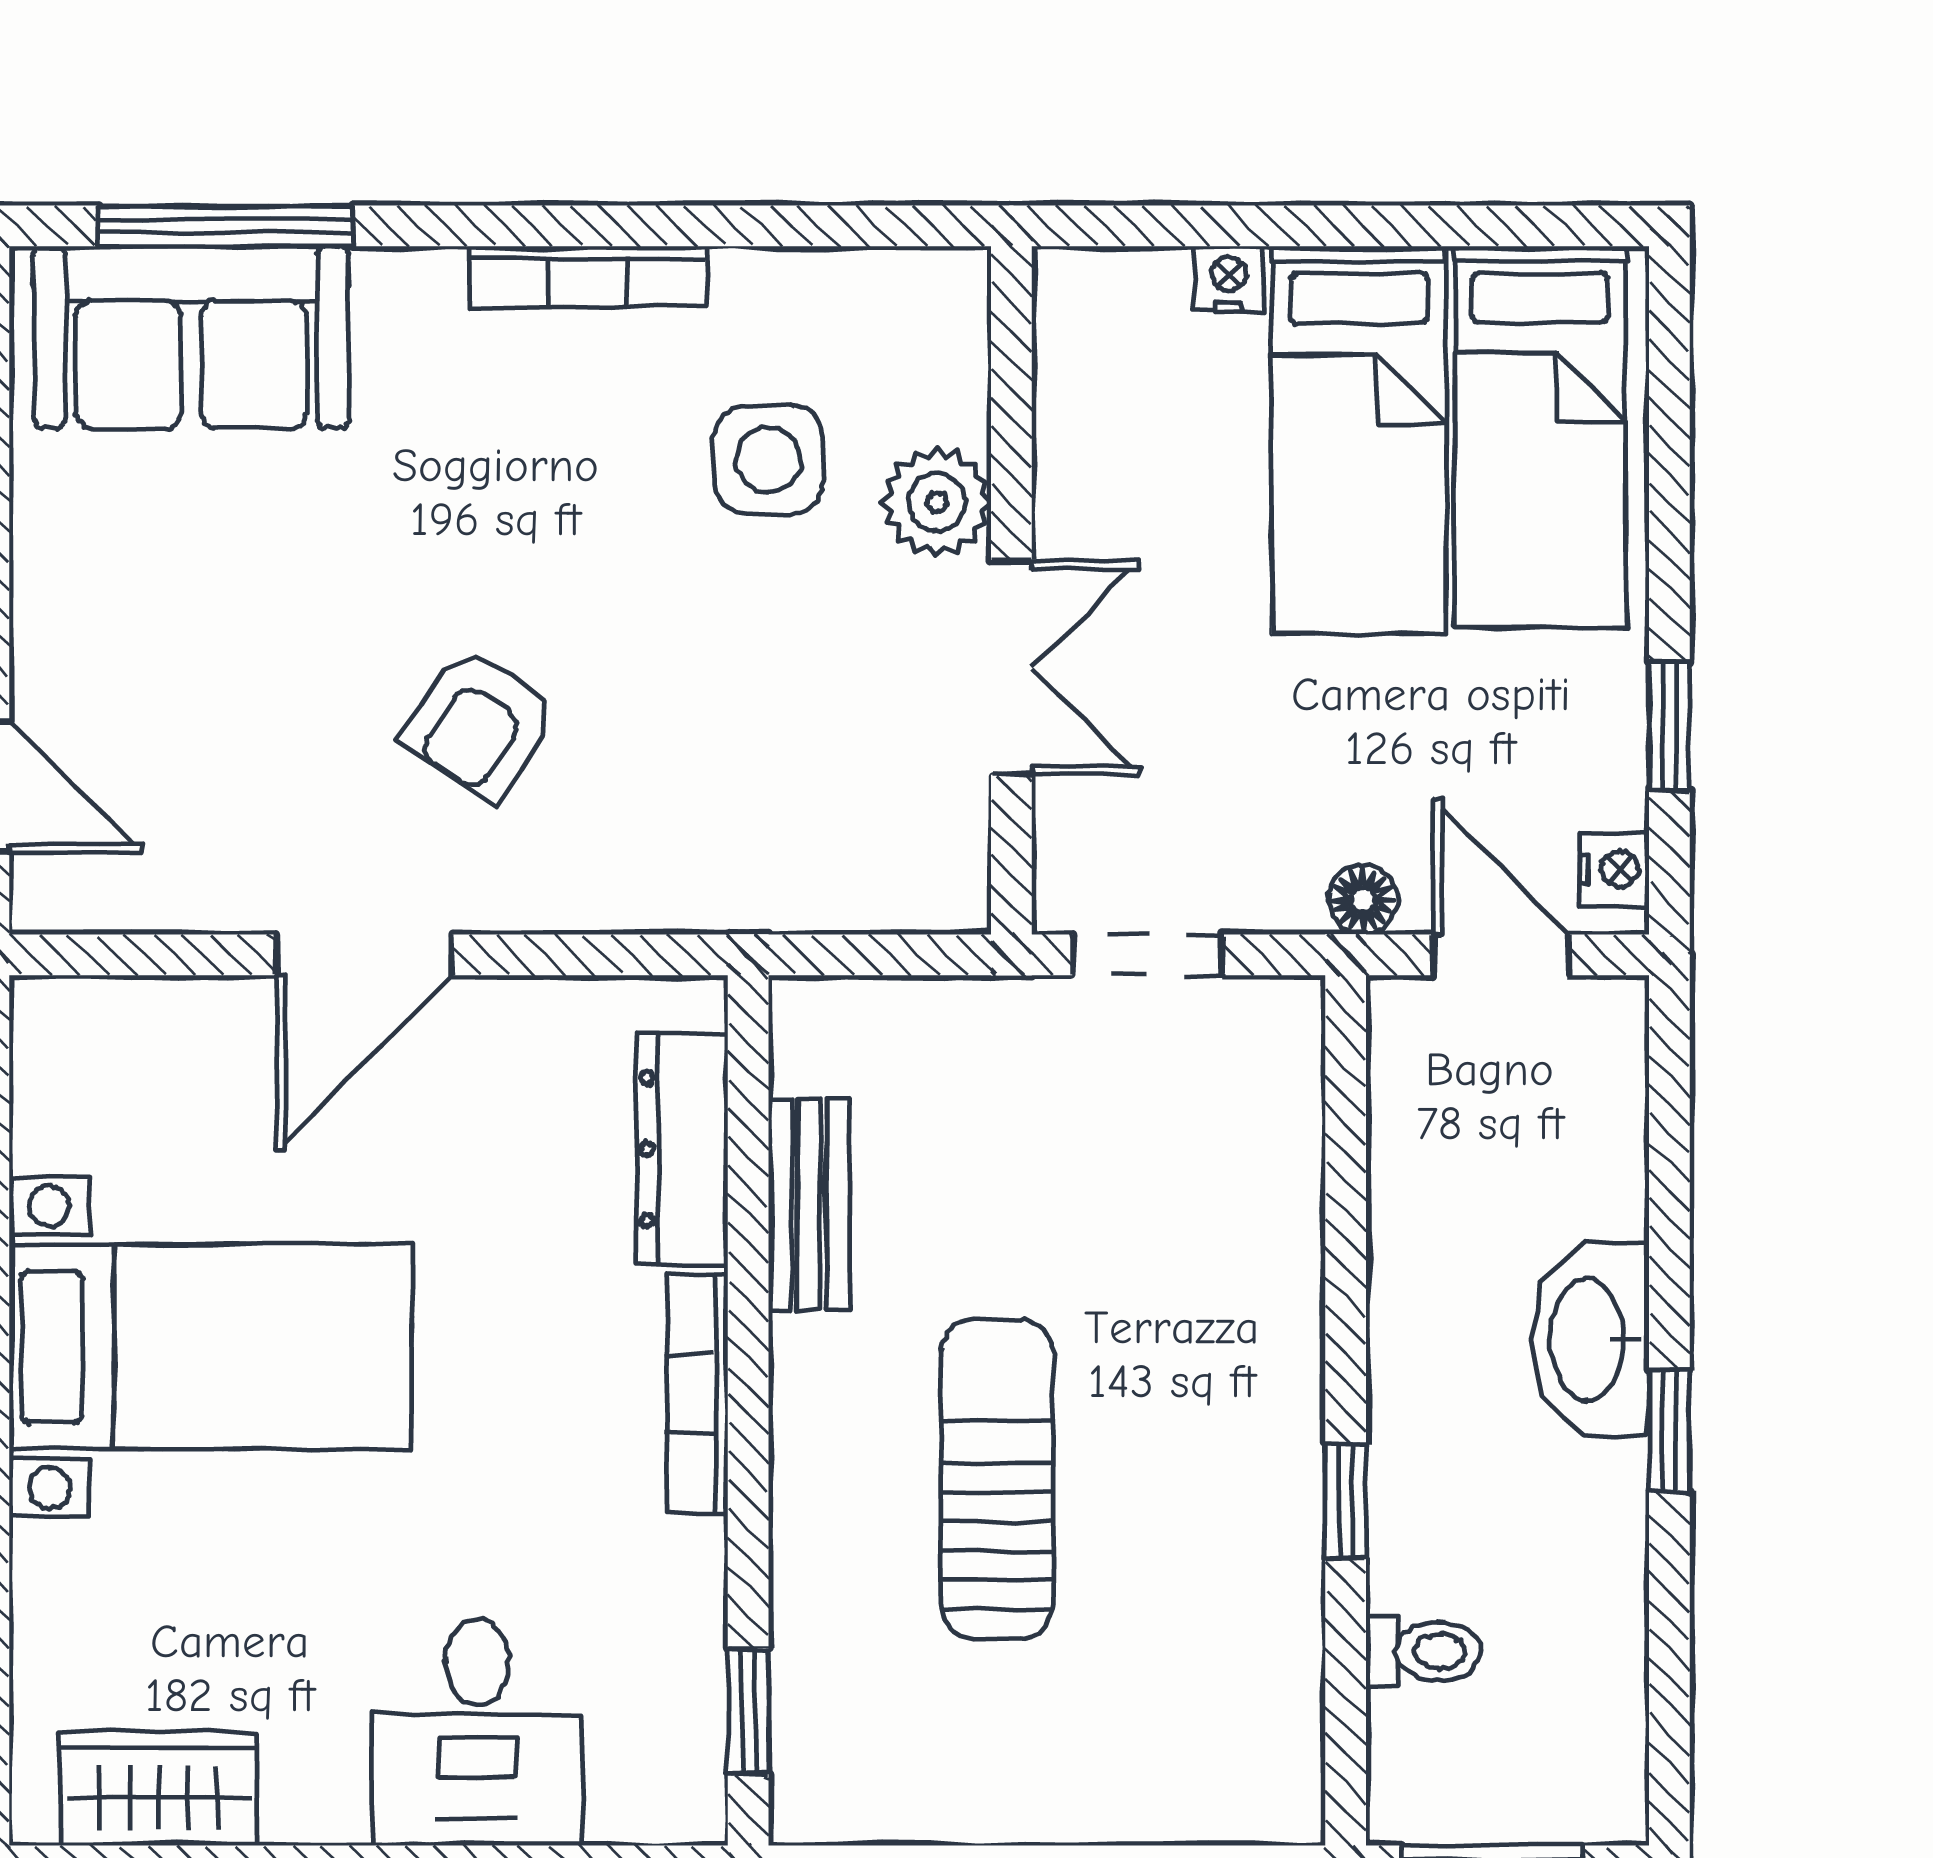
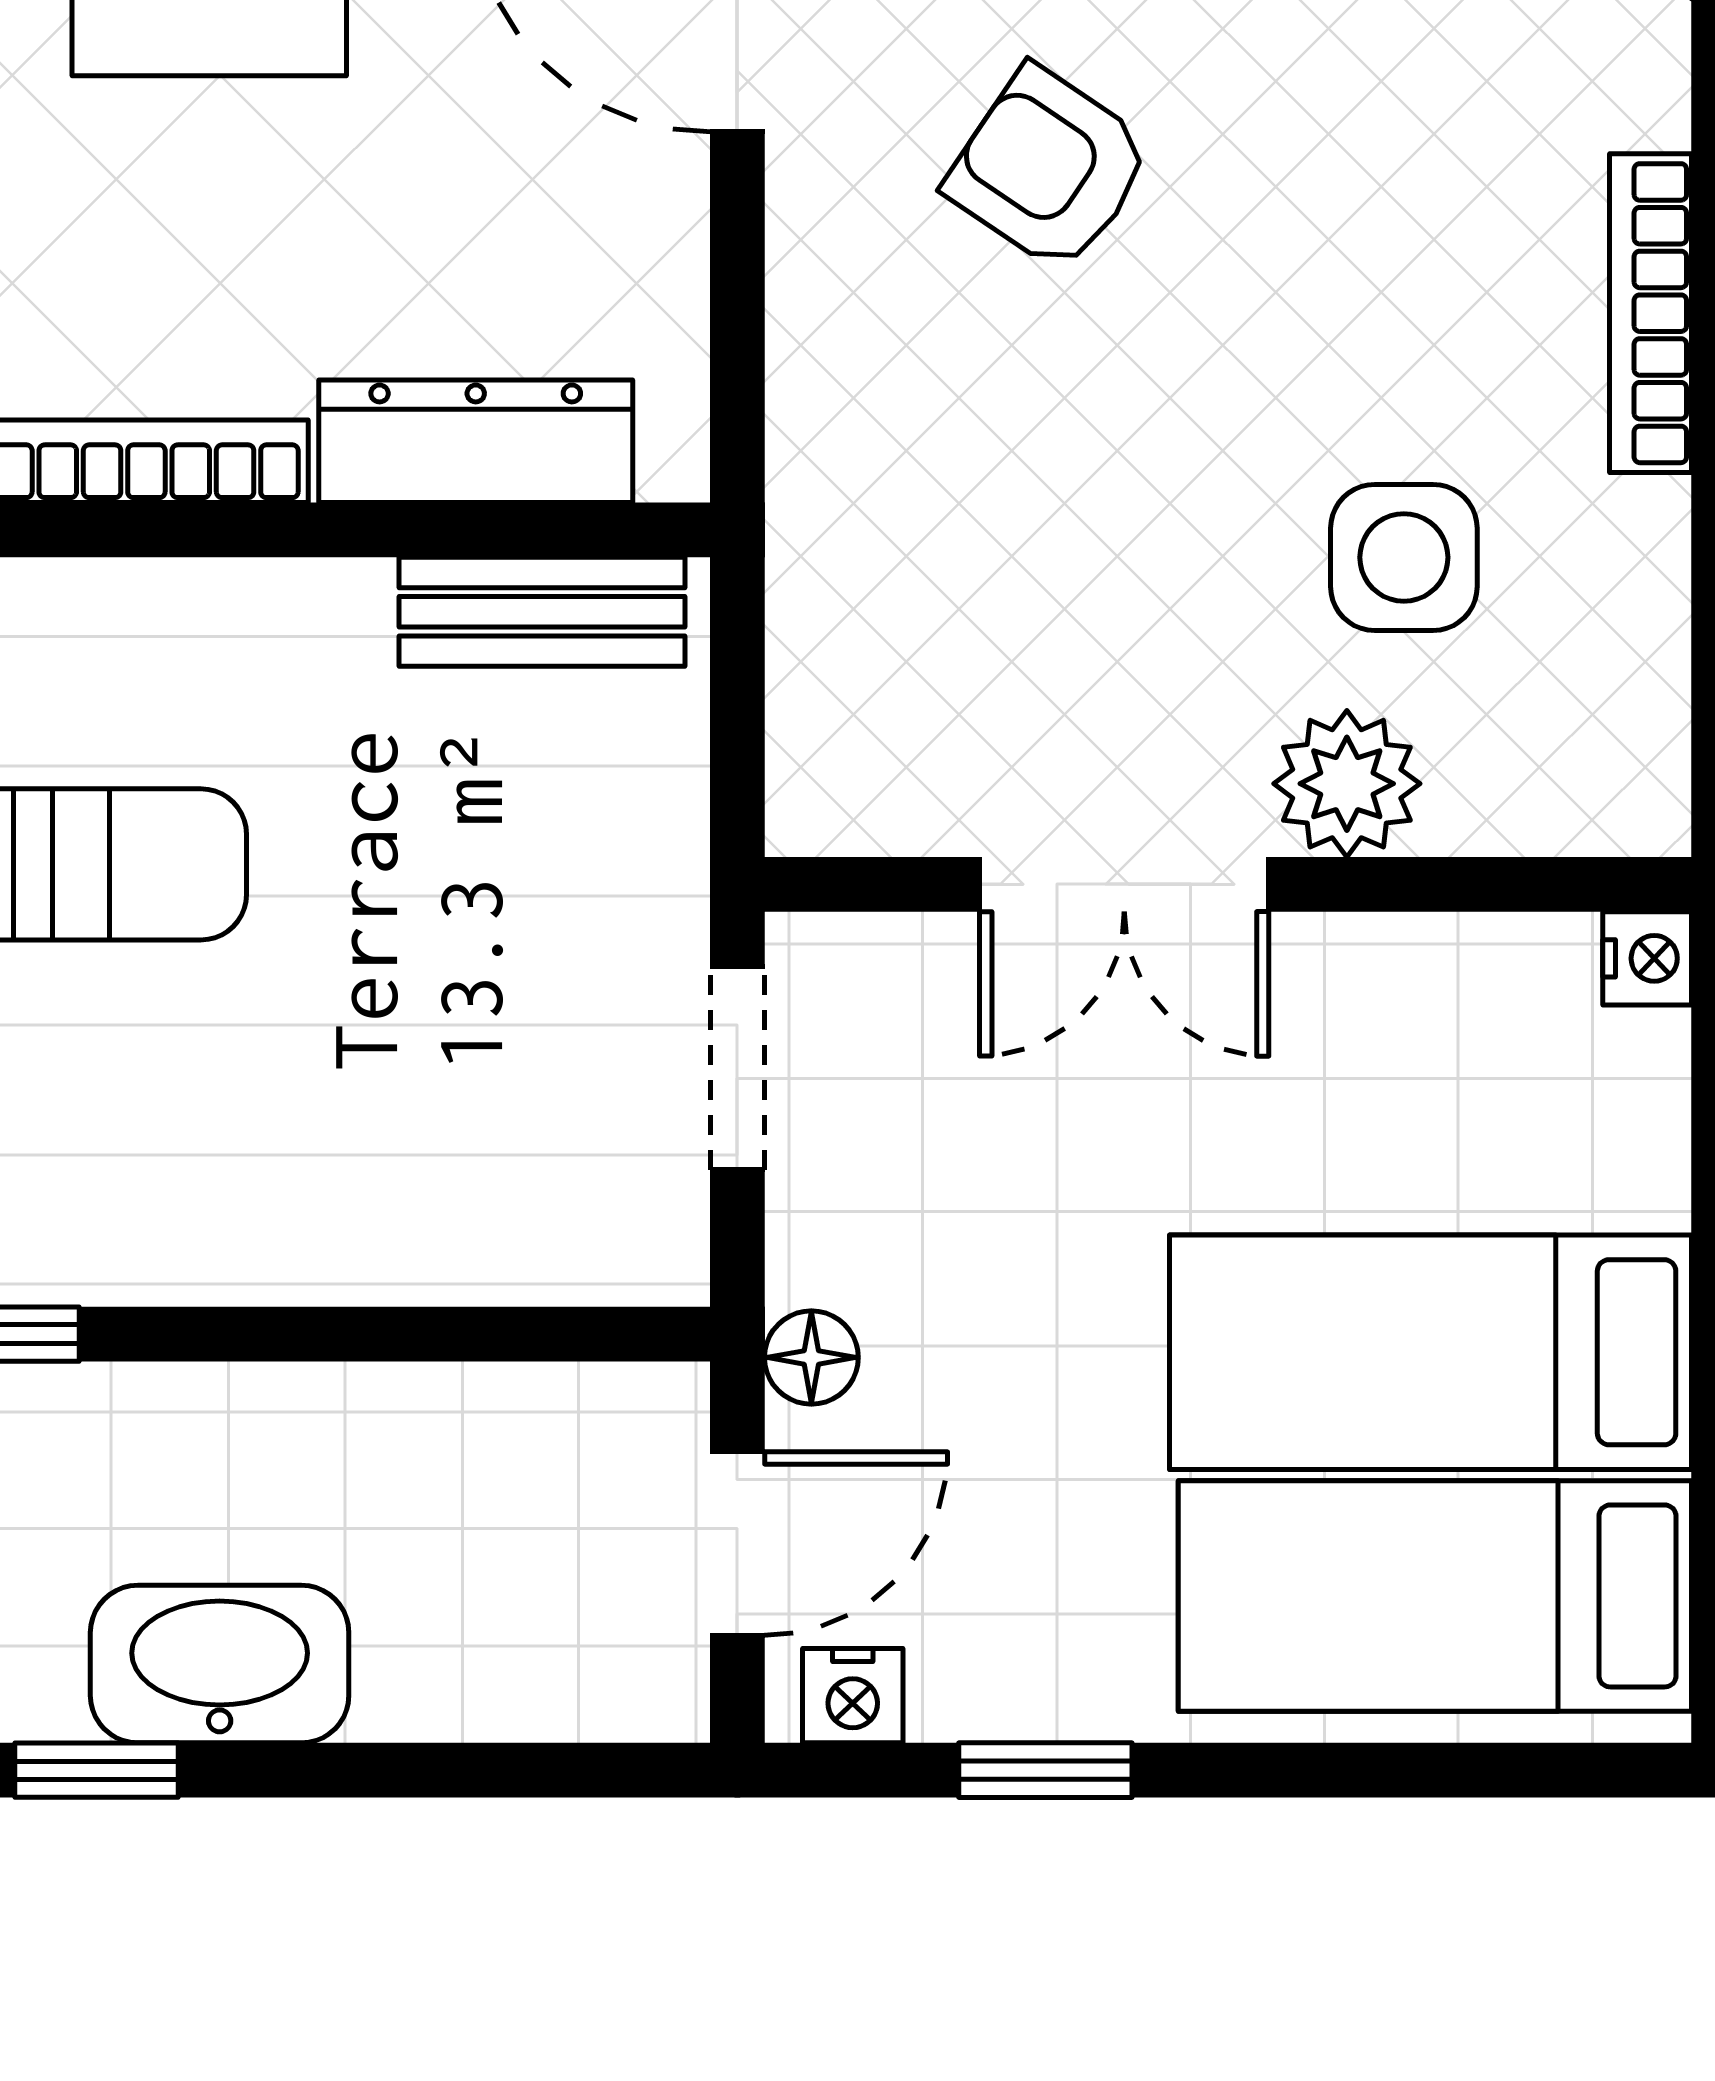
nightstand: (1229, 279) -> (1647, 958), moved
bench: (809, 1205) -> (542, 612), moved

